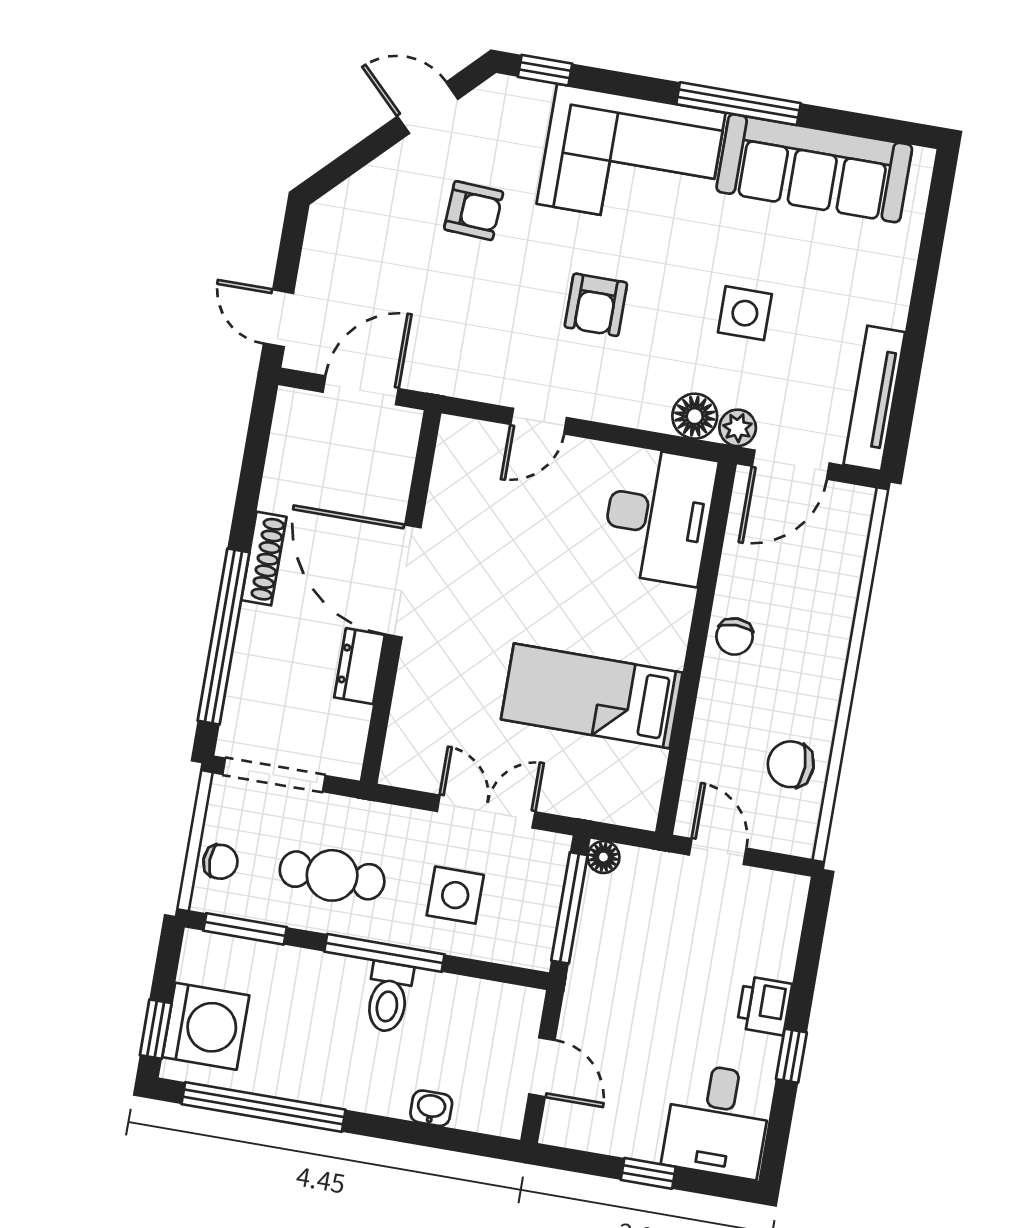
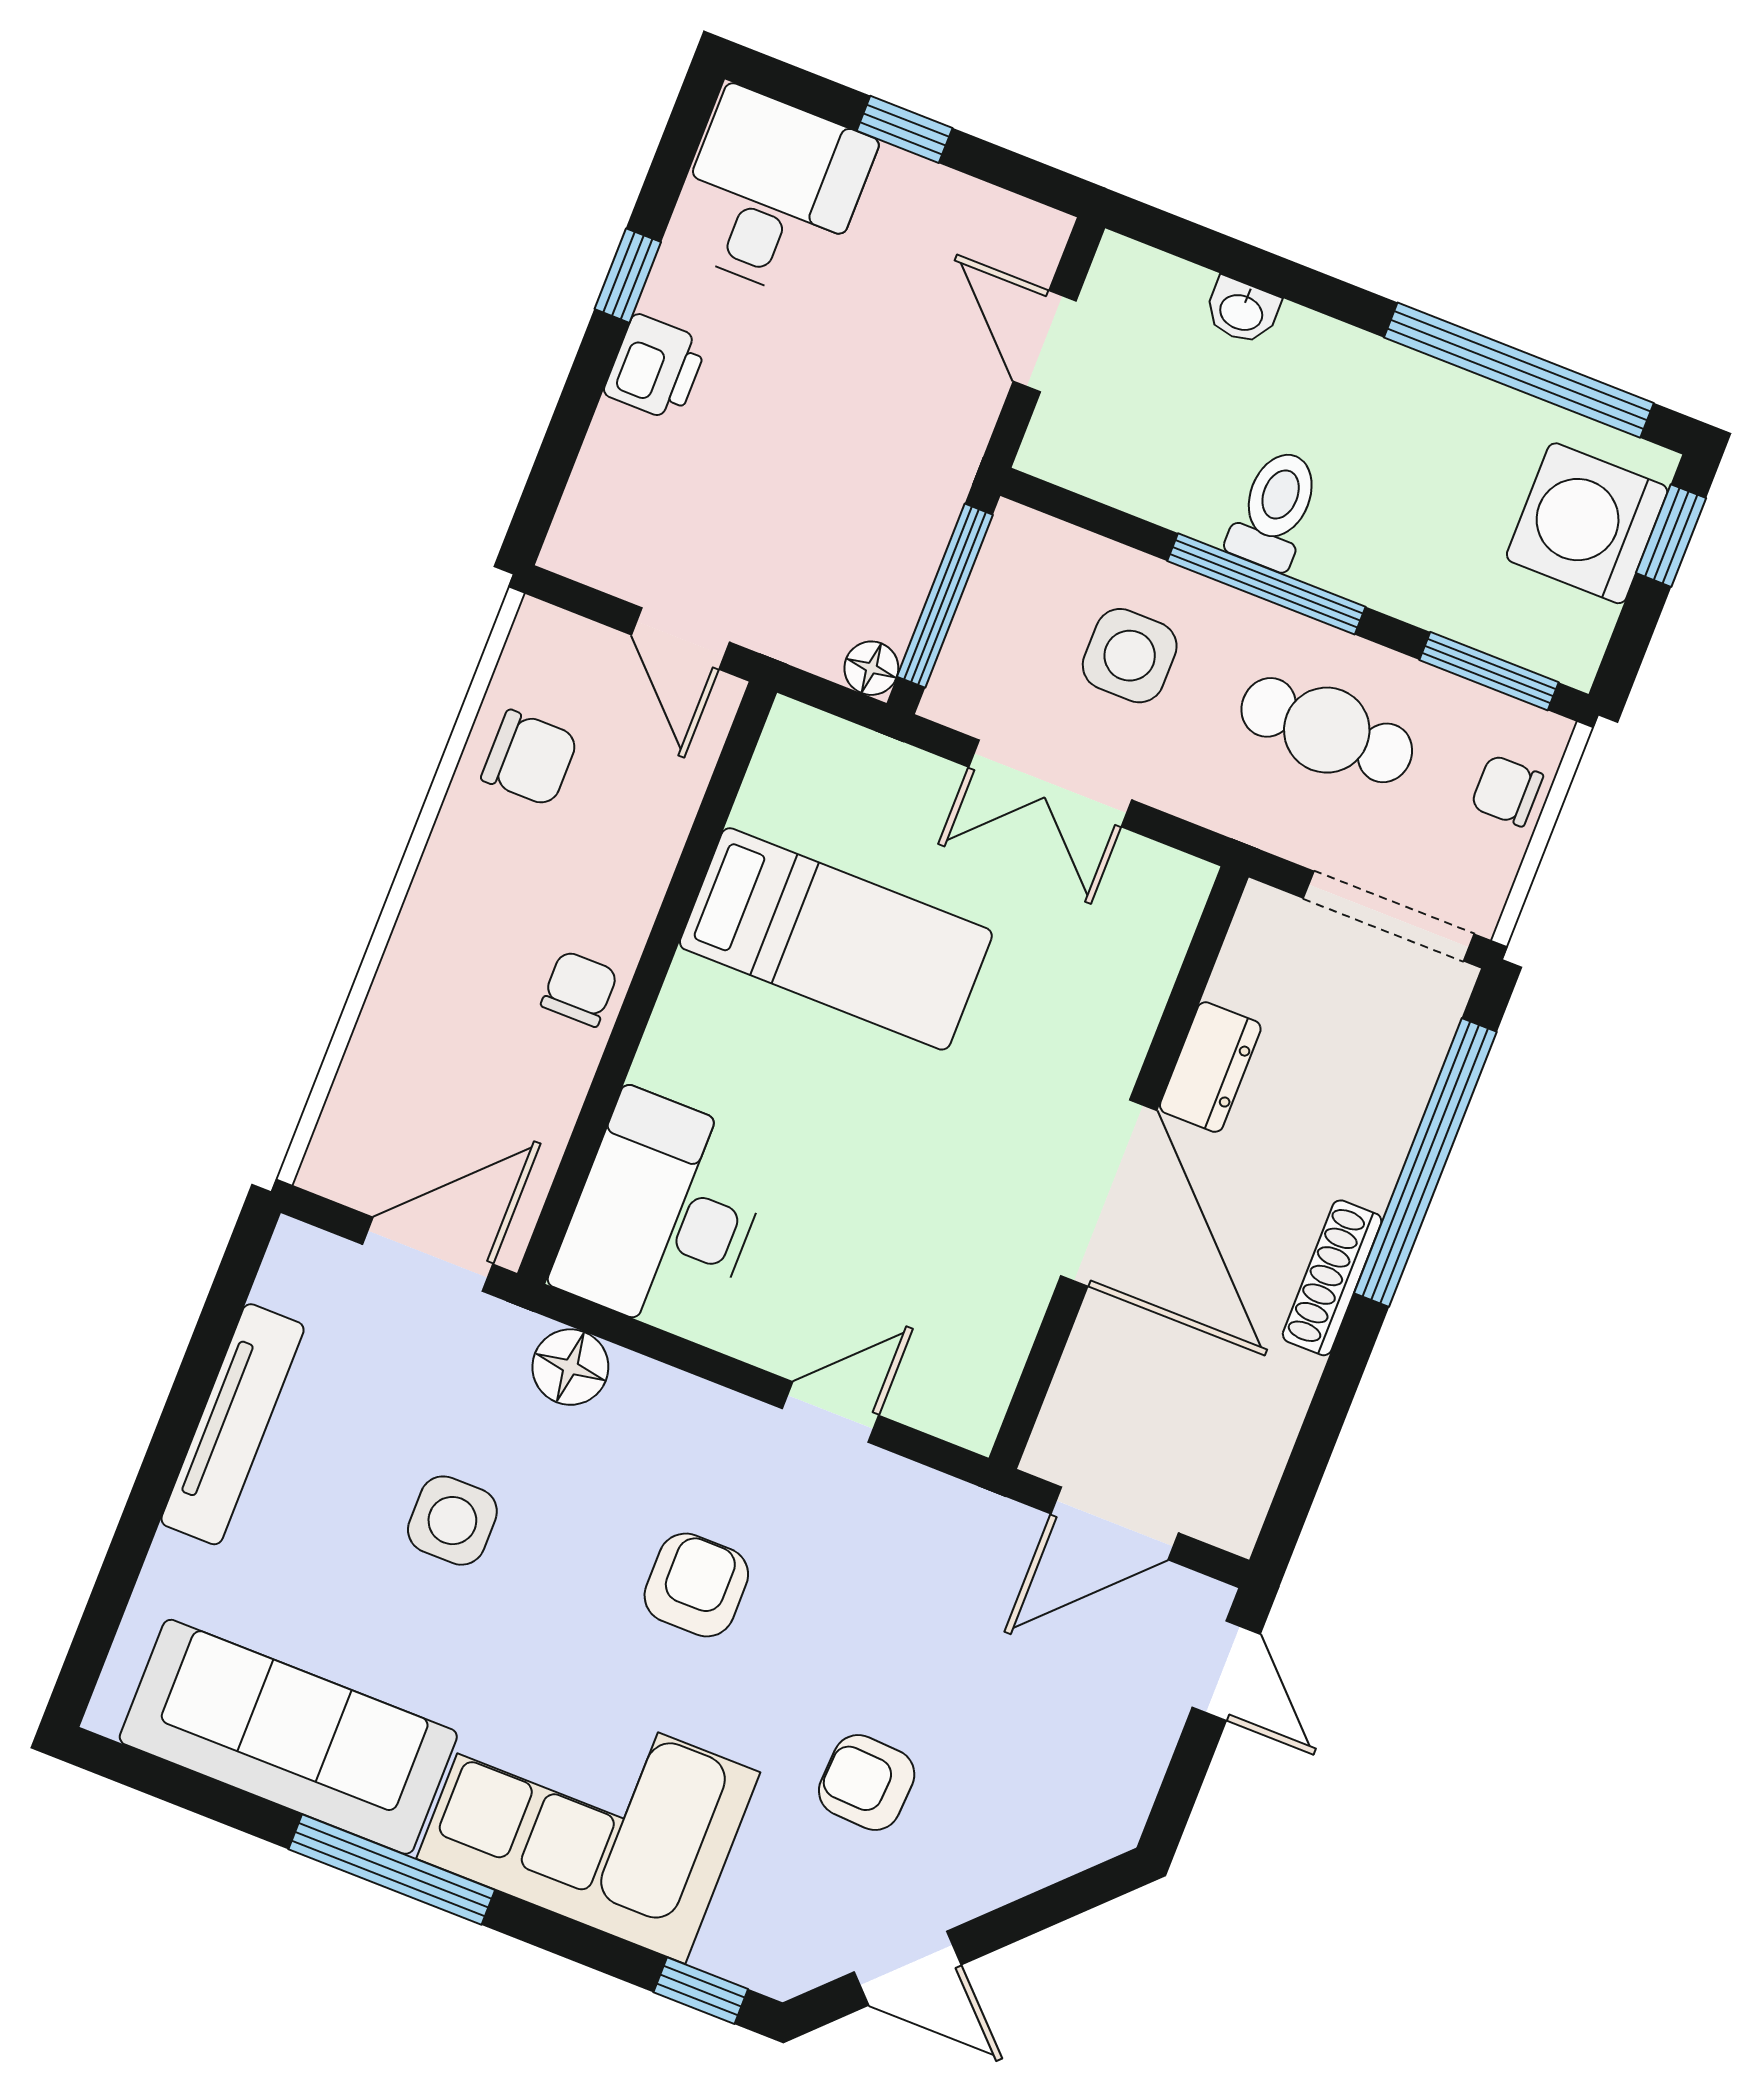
tv unit: (874, 398) -> (233, 1424), moved
plant: (738, 428) -> (503, 1333), removed

